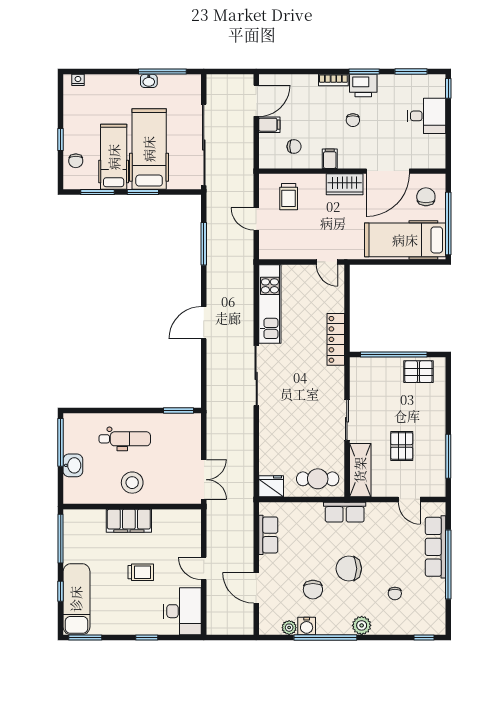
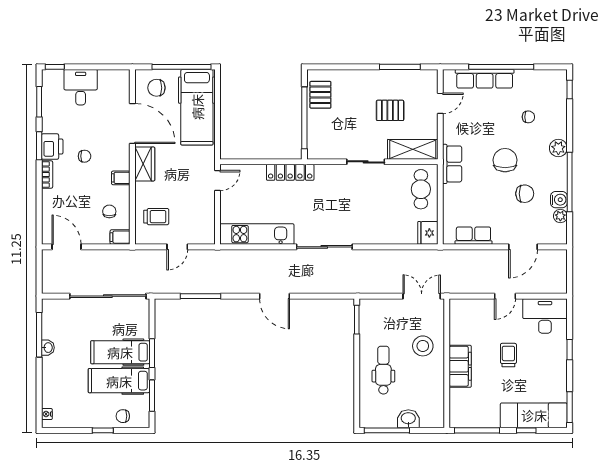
filing cabinet: (269, 125) -> (120, 237), moved, turned -90
hospital bed: (149, 149) -> (120, 352), width x0.73, depth x0.78
chair: (76, 161) -> (123, 416), turned 180
stool: (132, 483) -> (423, 346), moved
chair: (349, 569) -> (505, 160), turned 180

